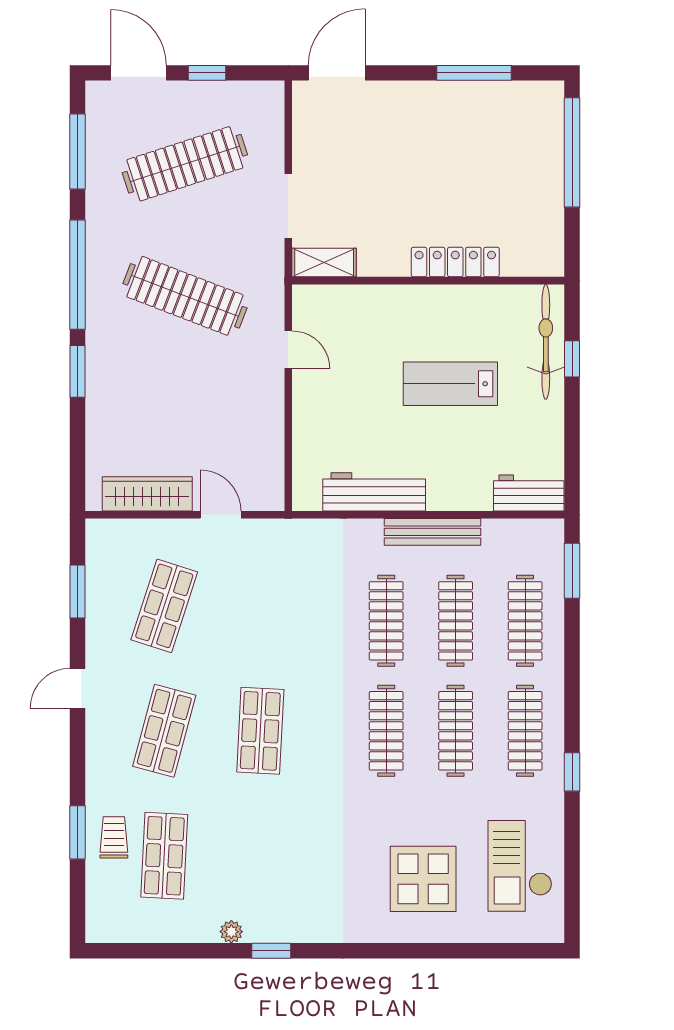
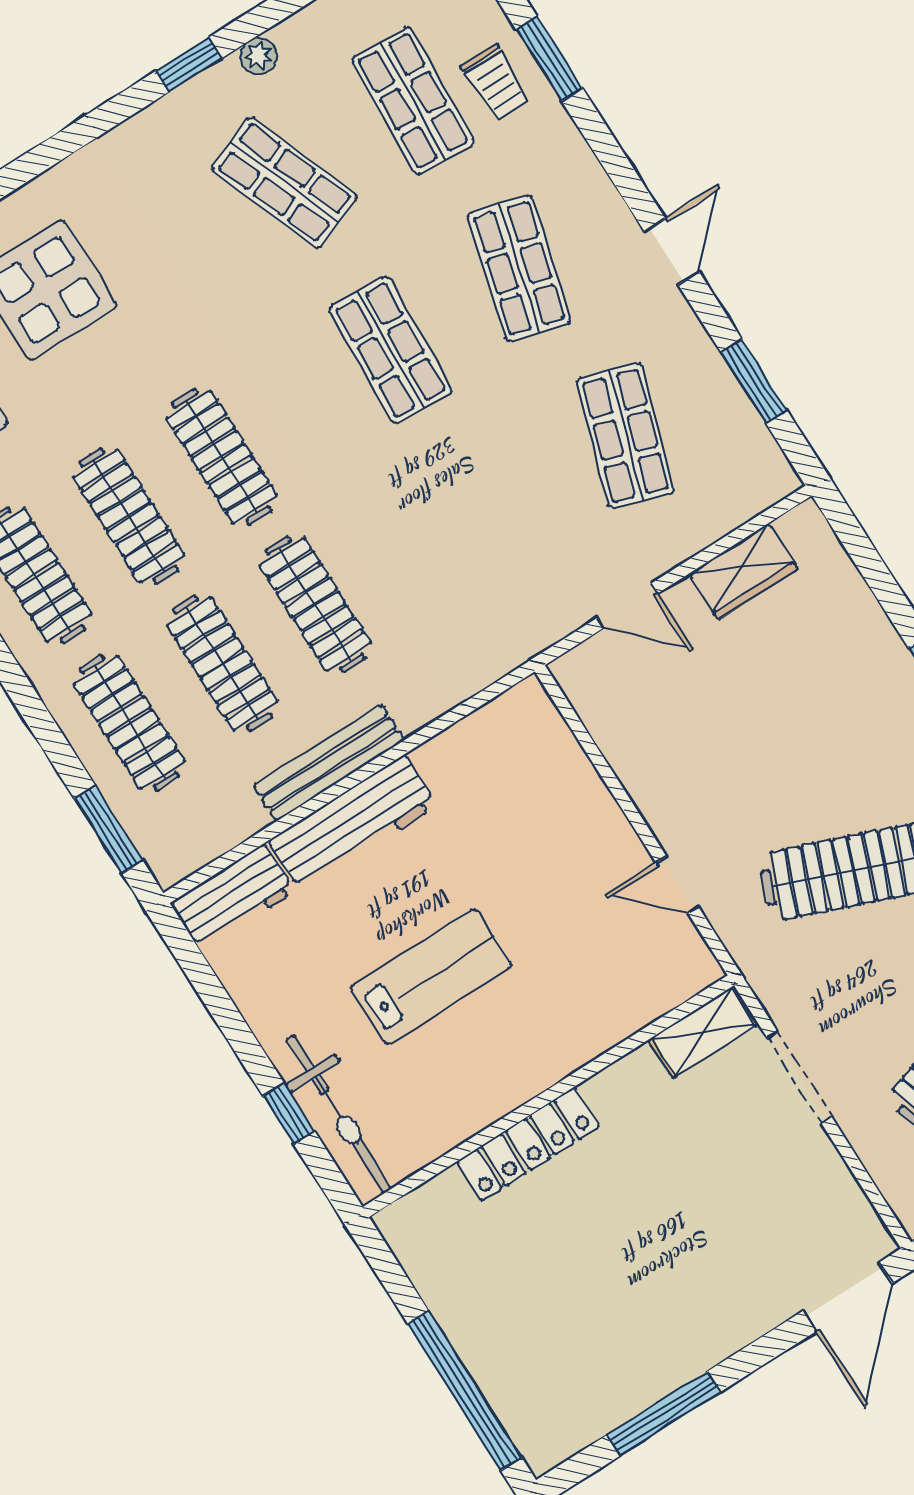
workbench: (374, 492) -> (353, 823), moved
wardrobe: (147, 494) -> (744, 571), width x0.67
shop shelf: (260, 856) -> (284, 183), added

